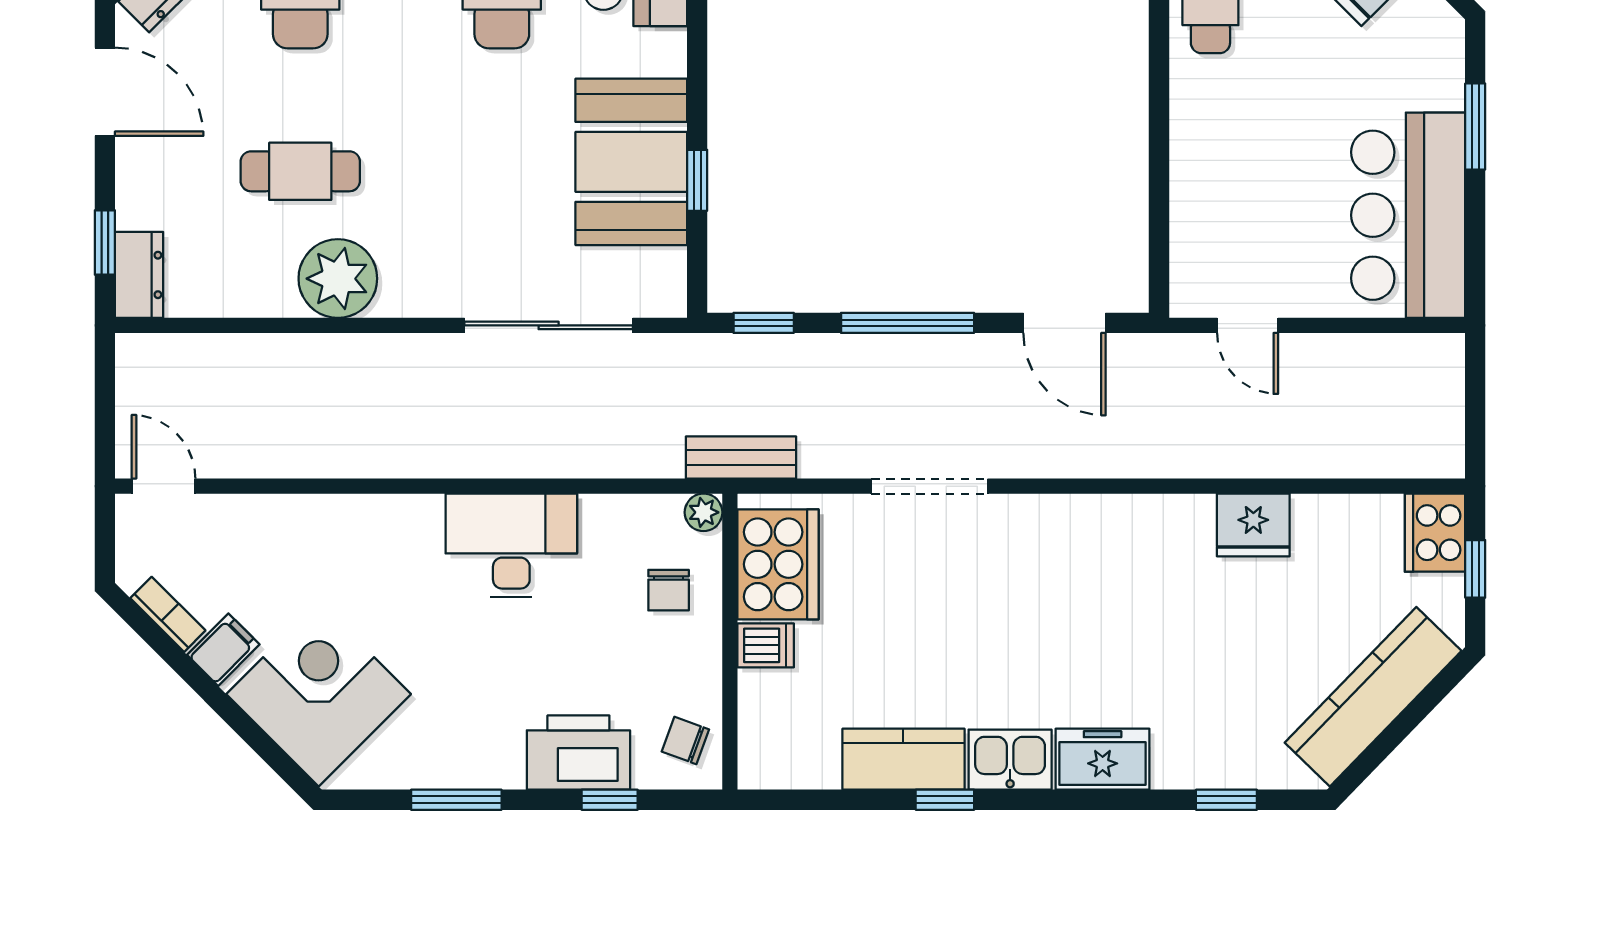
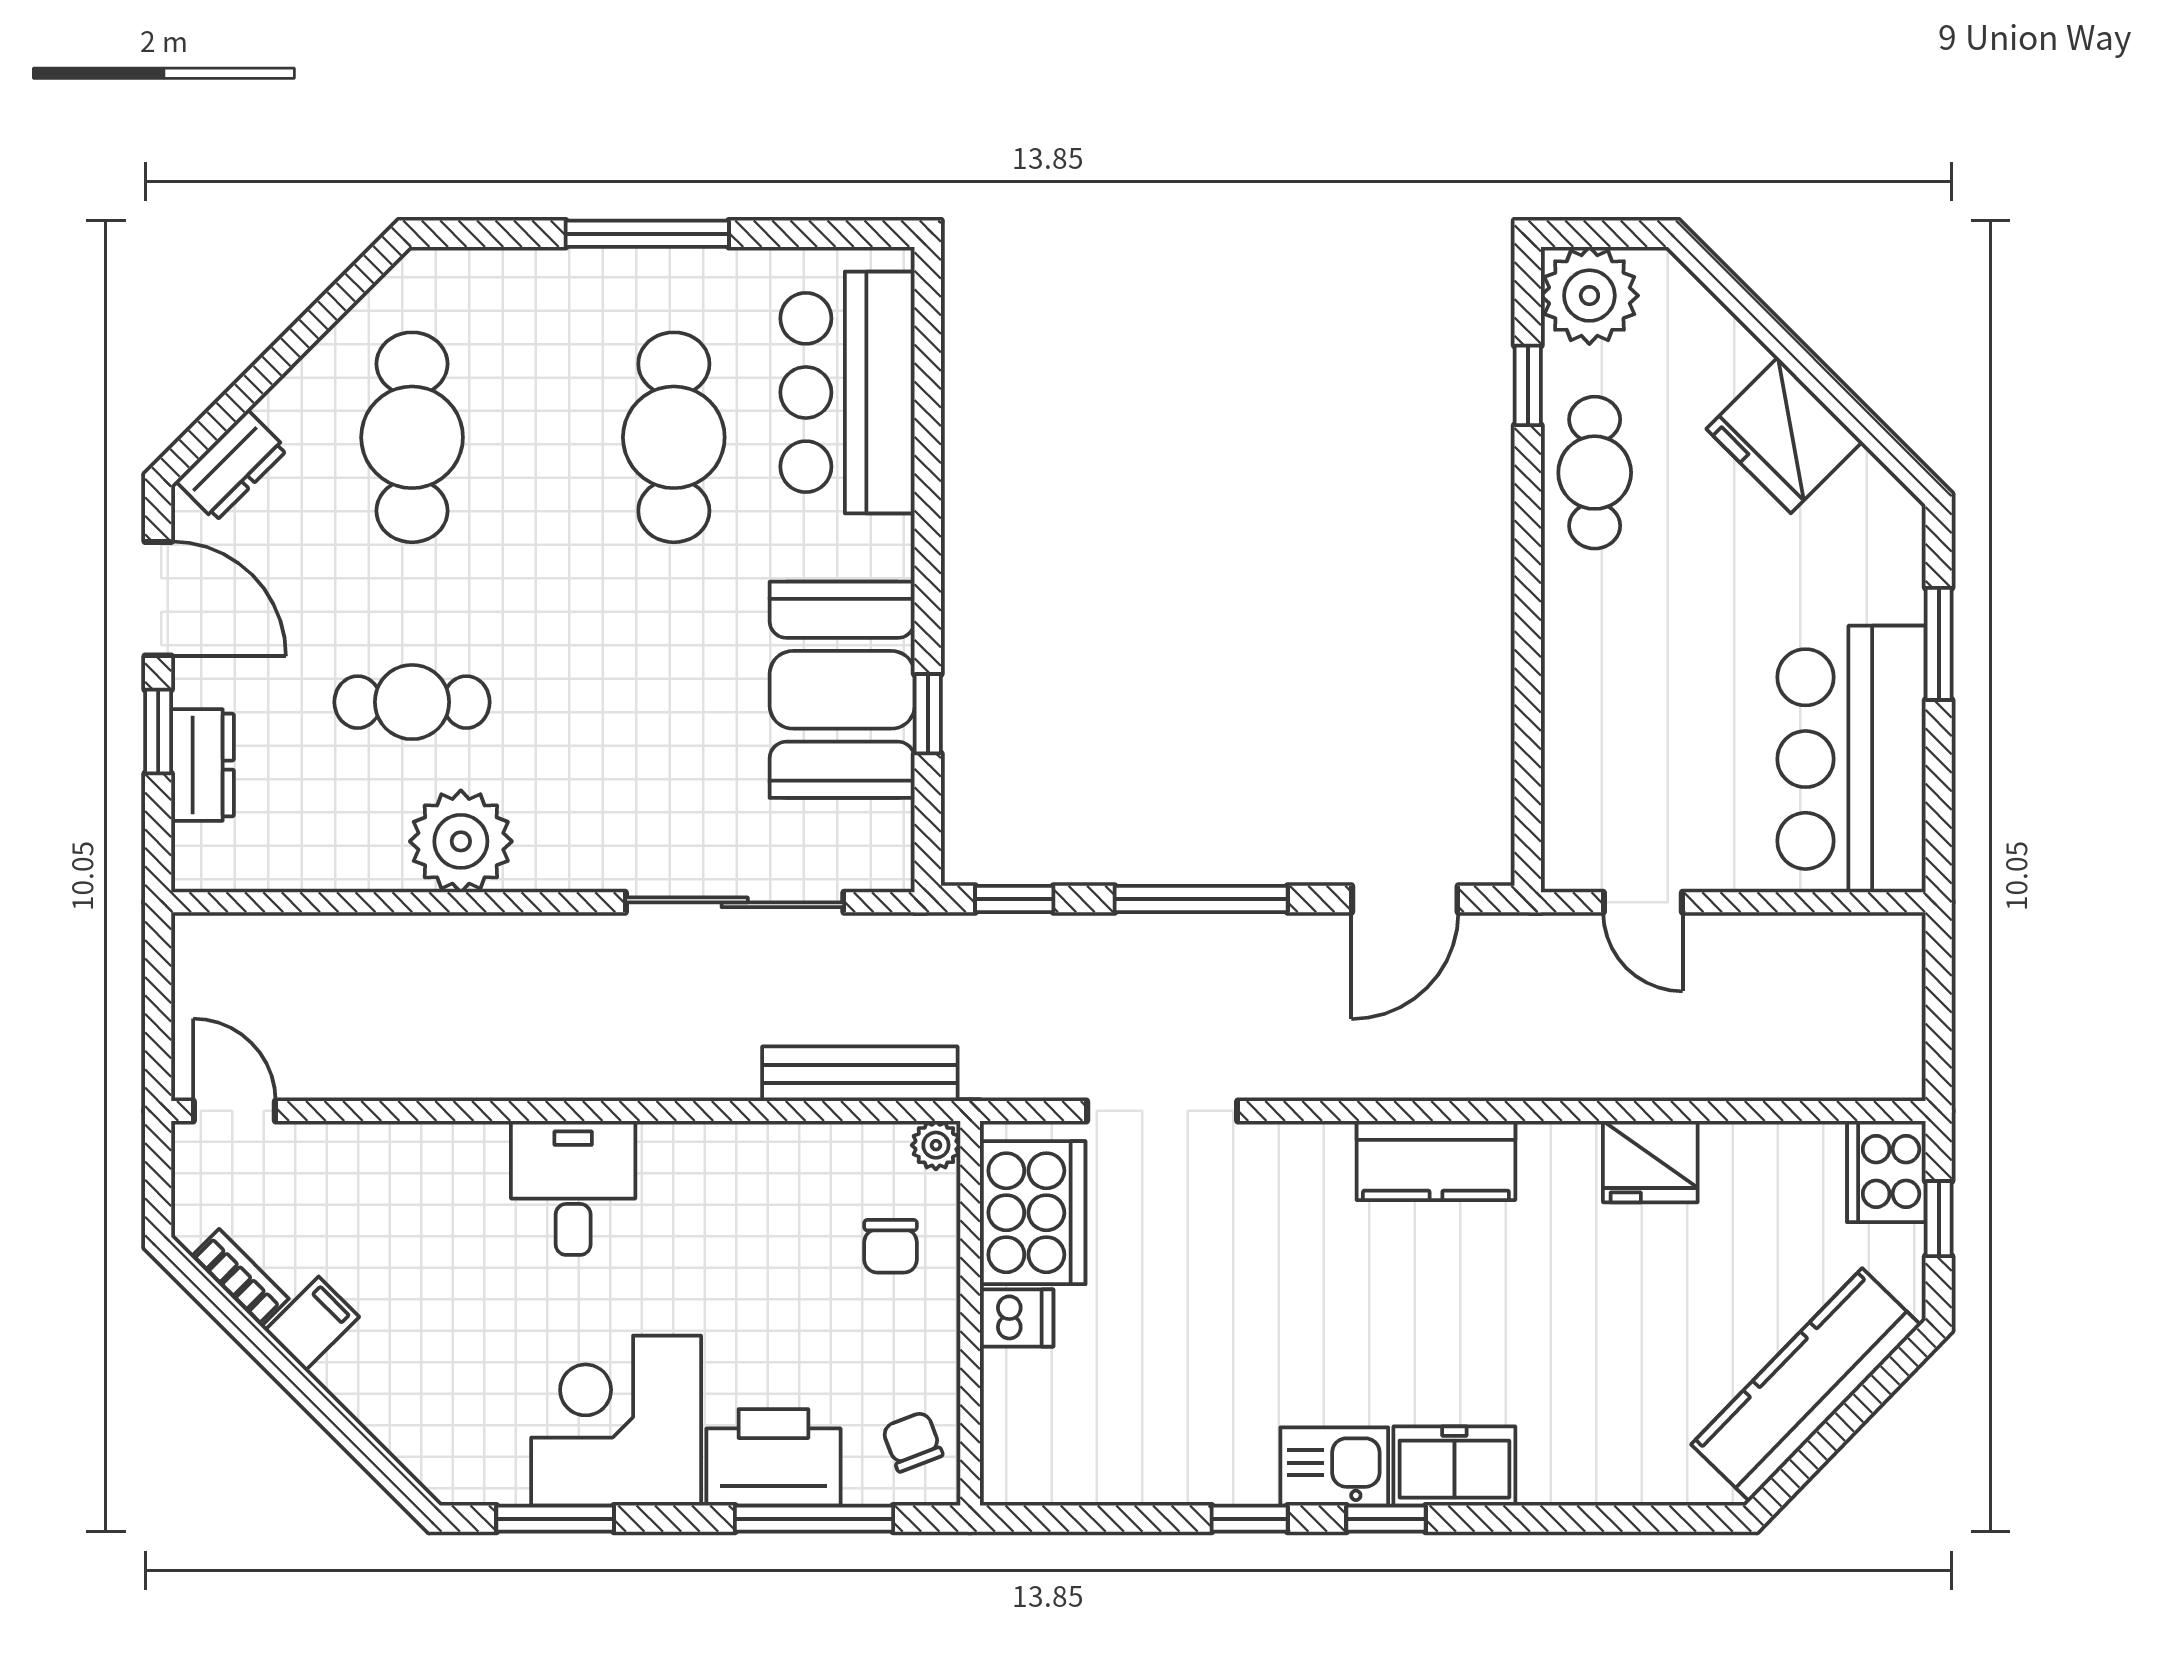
window: (105, 243) -> (158, 732), moved
dresser: (139, 275) -> (203, 765), moved
door: (1064, 323) -> (1405, 899), hinge flipped
bench: (741, 457) -> (860, 1074), moved, width x1.36
doorway: (929, 486) -> (1162, 1111), moved
desk: (511, 545) -> (573, 1188), moved, width x0.73
corner desk: (319, 694) -> (616, 1421), moved, turned -45
chair: (685, 740) -> (912, 1442), turned 49
kitchen counter: (903, 759) -> (1436, 1160), moved, turned 180
window: (456, 800) -> (555, 1519), moved
window: (610, 800) -> (814, 1519), width x2.17
window: (1226, 800) -> (1386, 1519), moved

